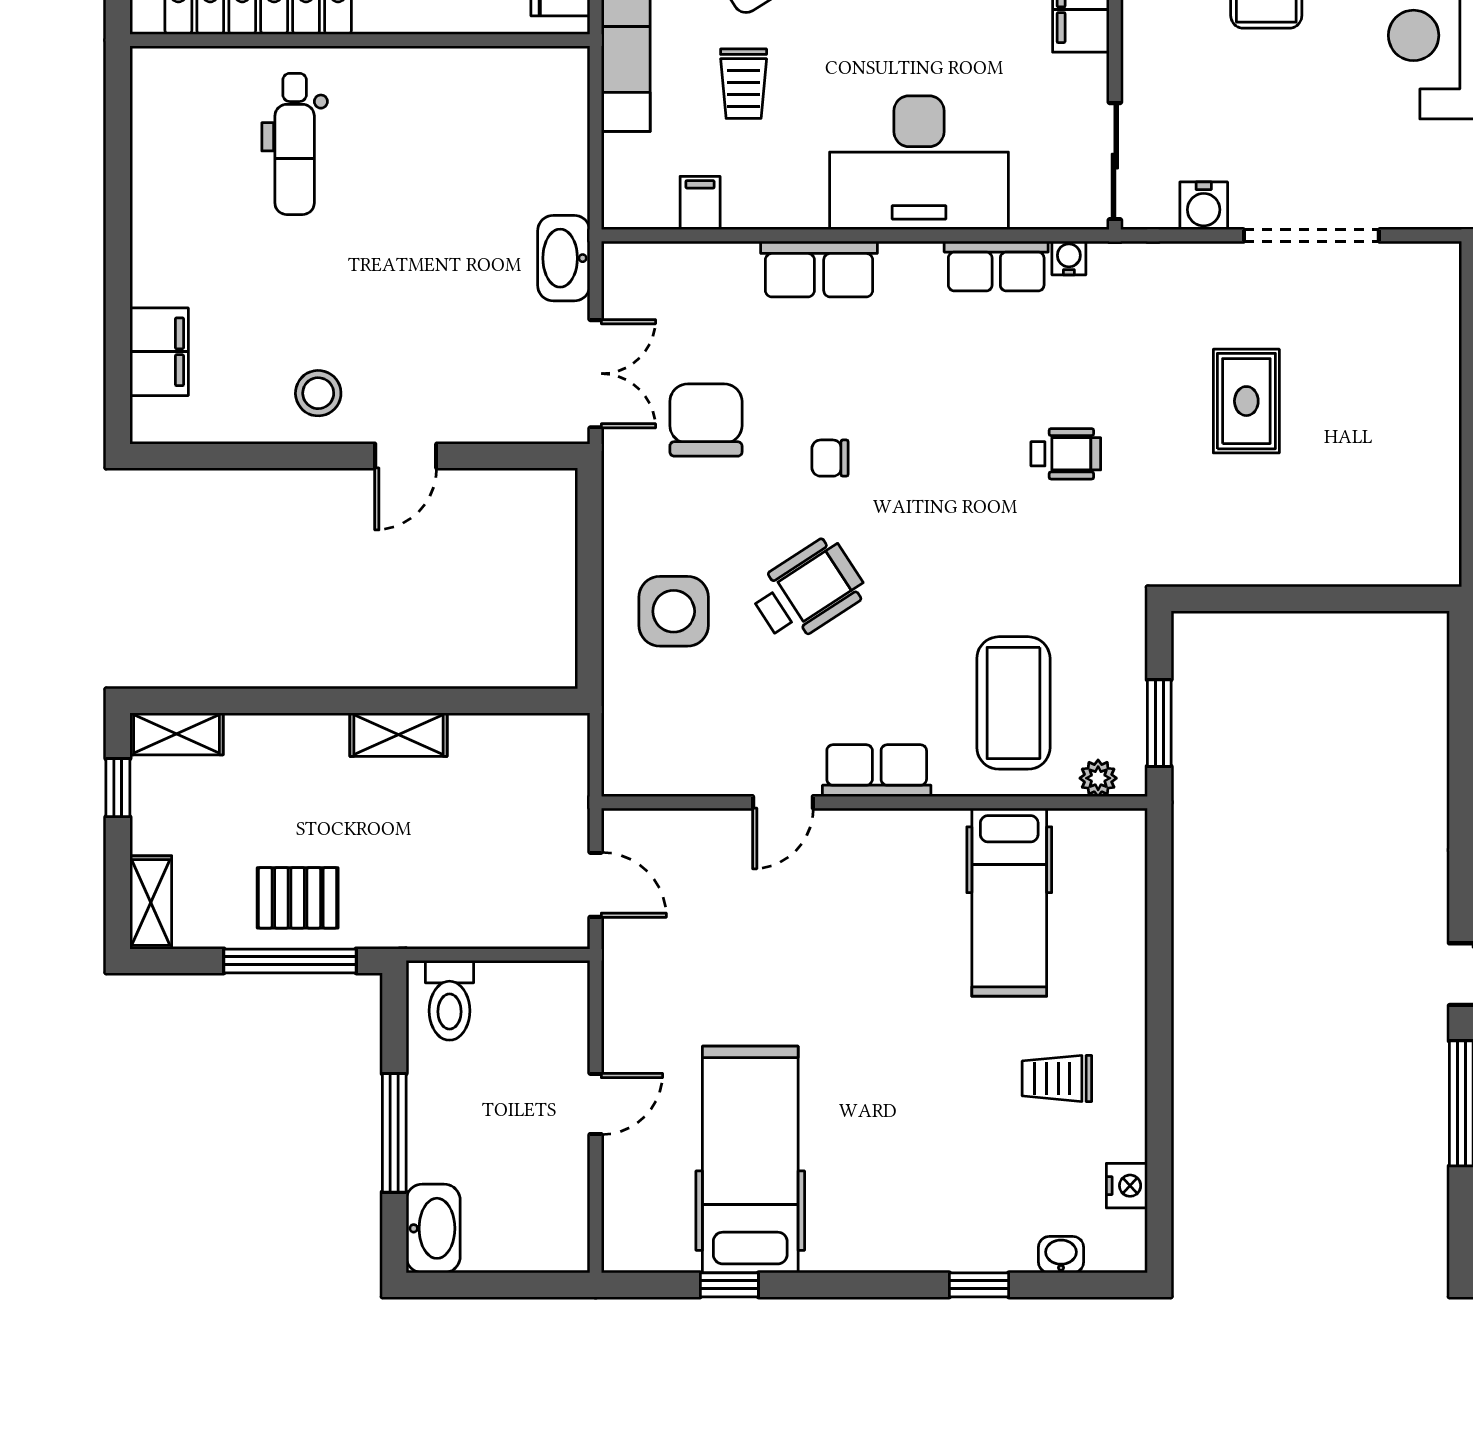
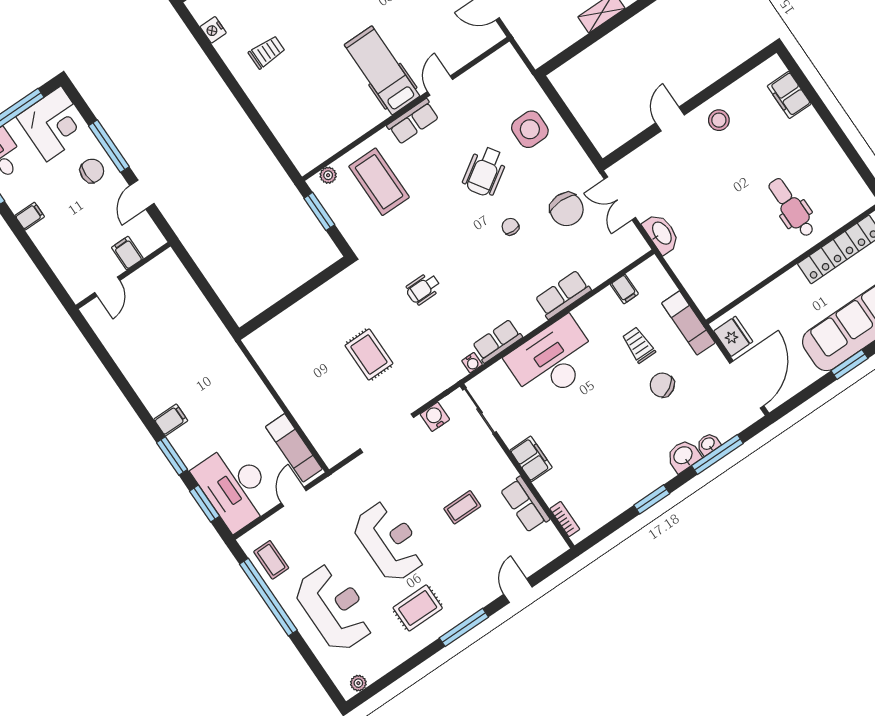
chair: (830, 458) -> (510, 227), turned -90
hospital bed: (1009, 902) -> (382, 70), moved

